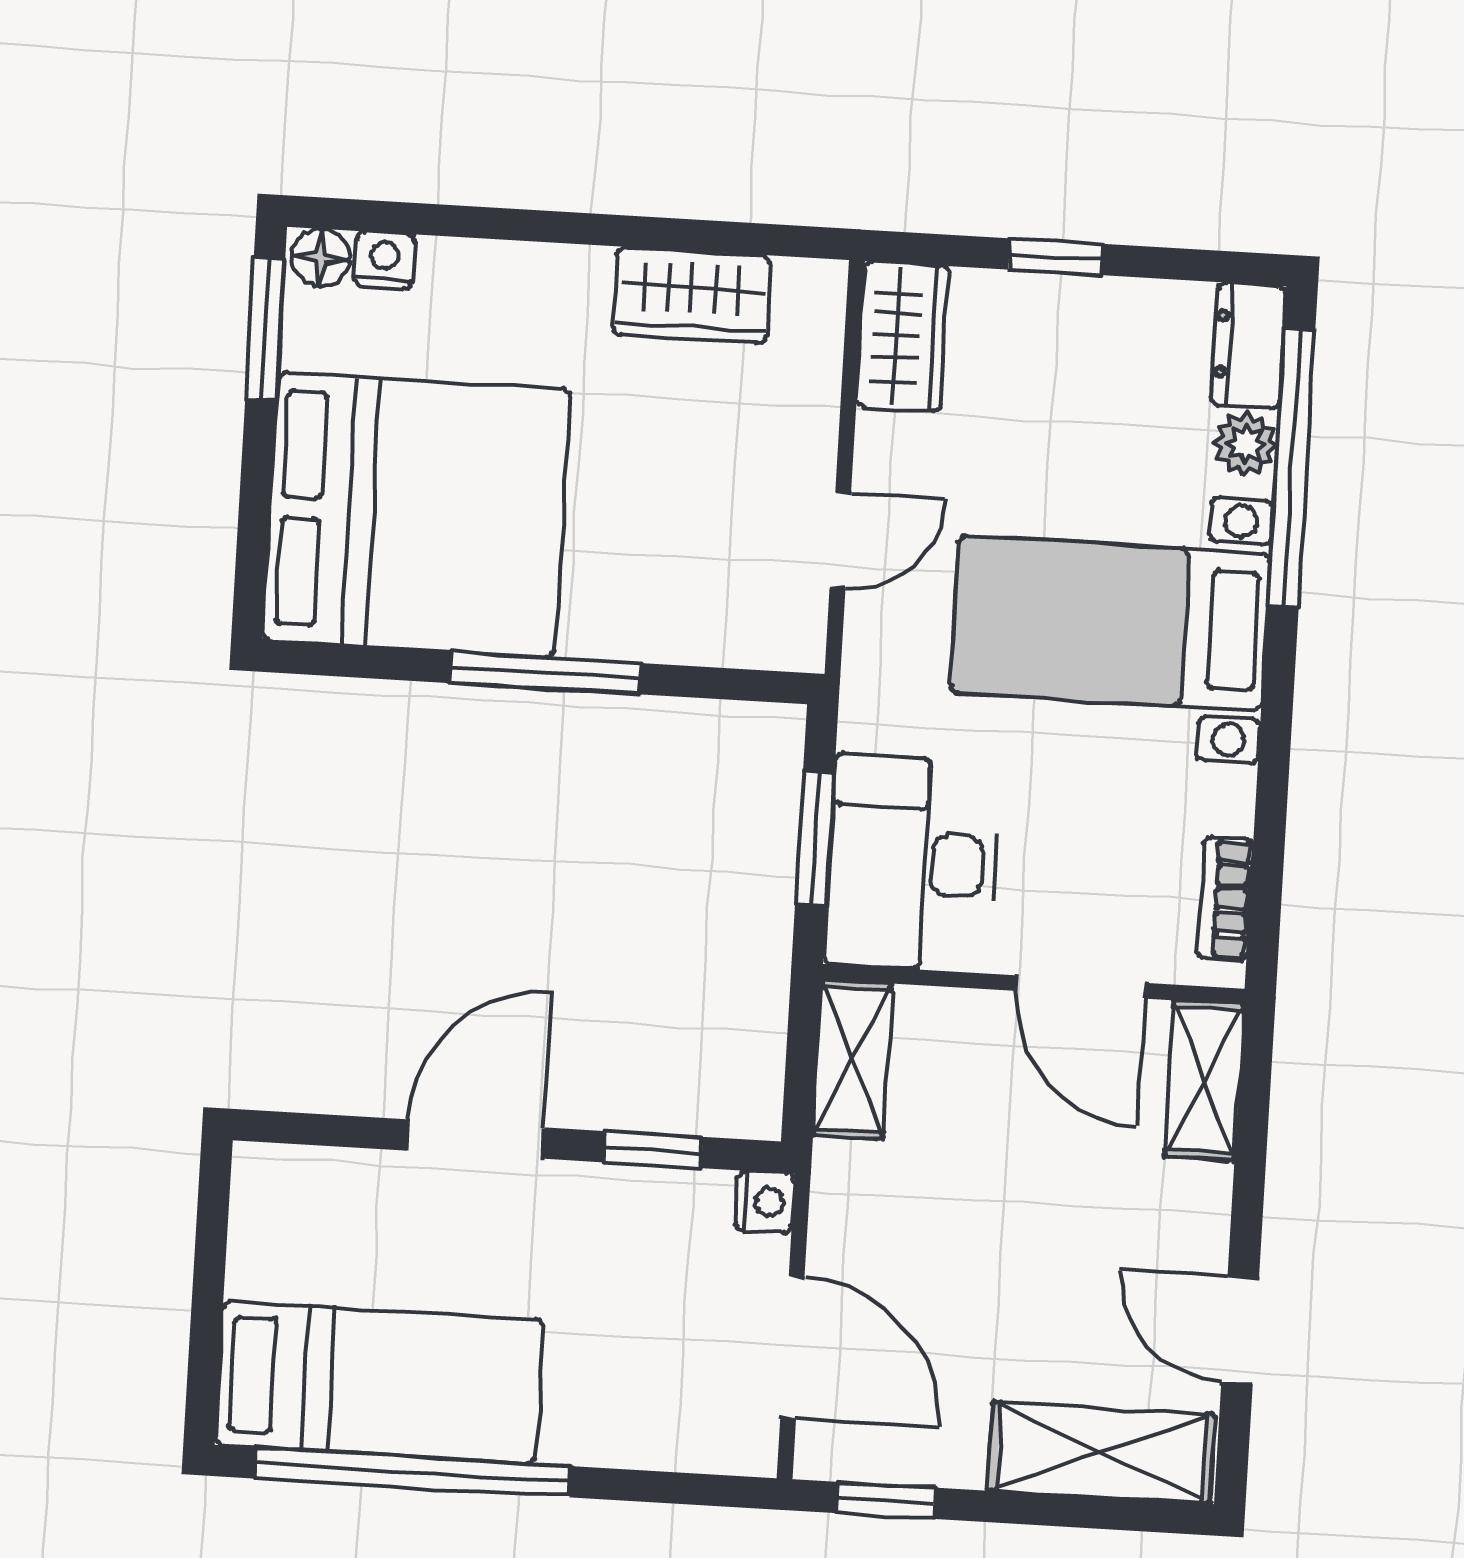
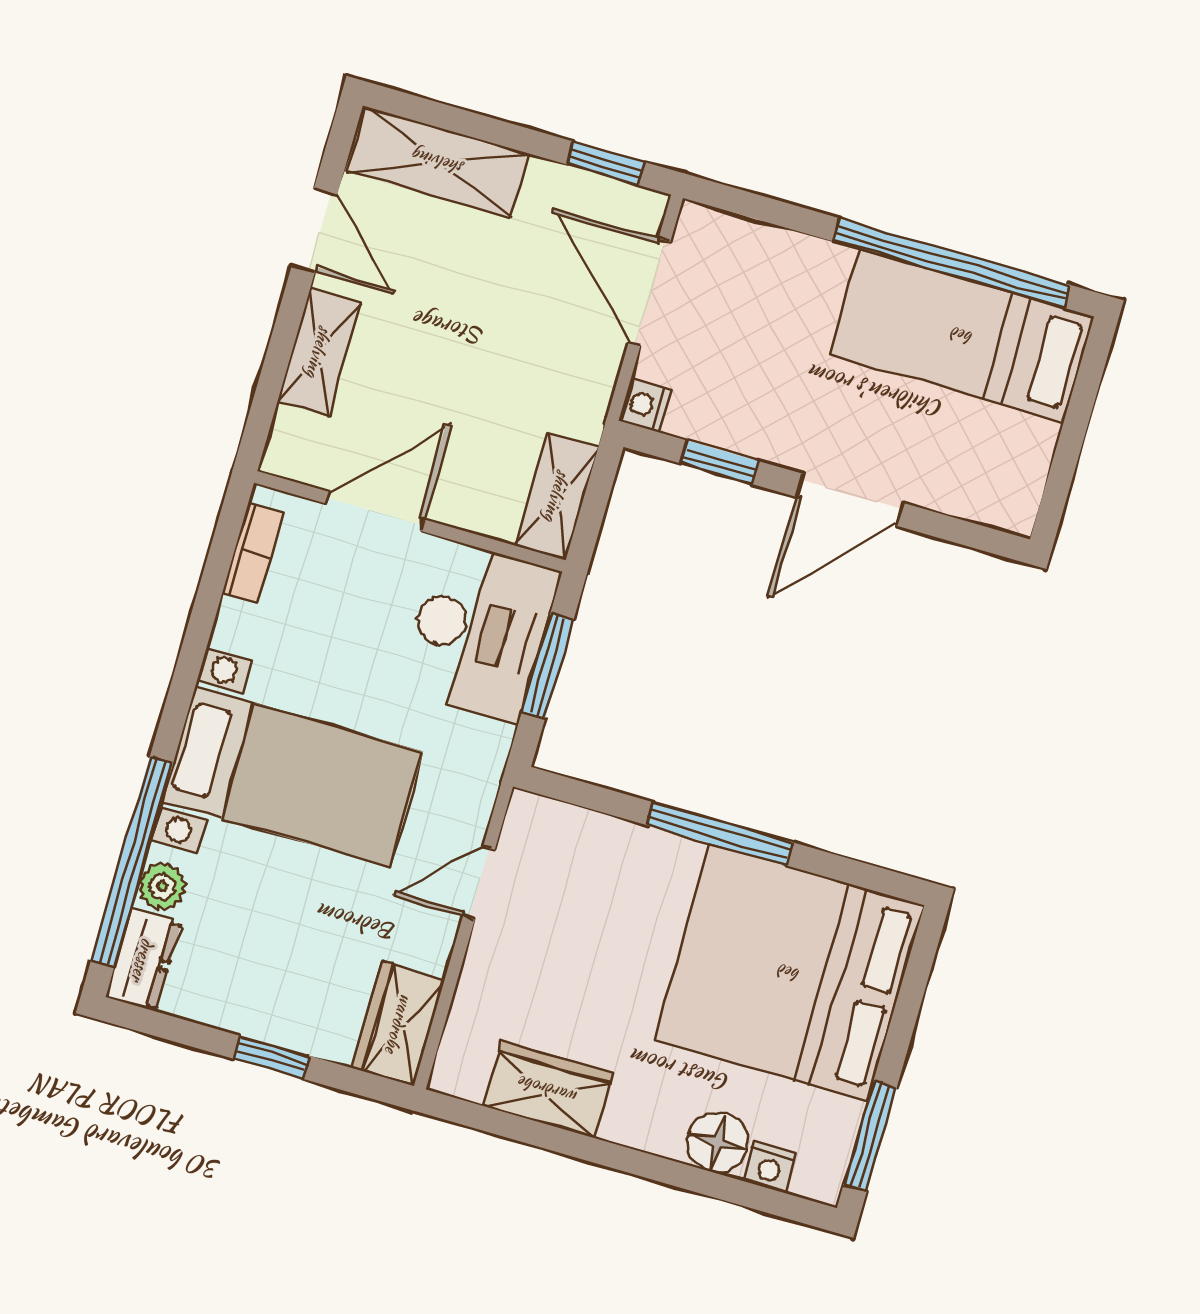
floor lamp: (321, 258) -> (718, 1142), moved, width x1.37, depth x1.37
door: (1081, 987) -> (375, 511), hinge flipped
shelving: (1204, 1080) -> (319, 352), moved

